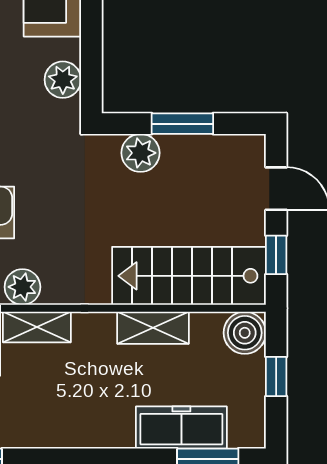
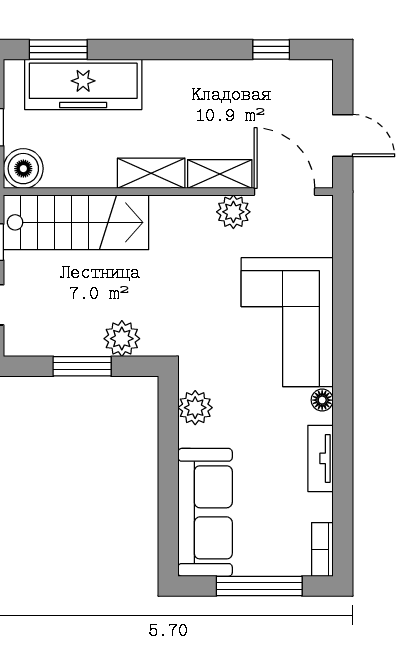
shelving: (153, 328) -> (151, 173), moved
freezer: (181, 427) -> (83, 84), width x1.36, depth x1.26

